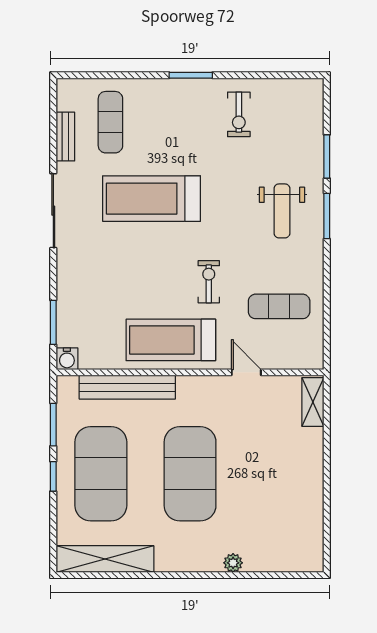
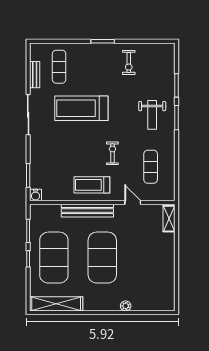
exercise mat: (279, 306) -> (151, 167), turned 90
treadmill: (171, 340) -> (92, 185), width x0.73, depth x0.73
bench: (127, 387) -> (87, 211), moved

